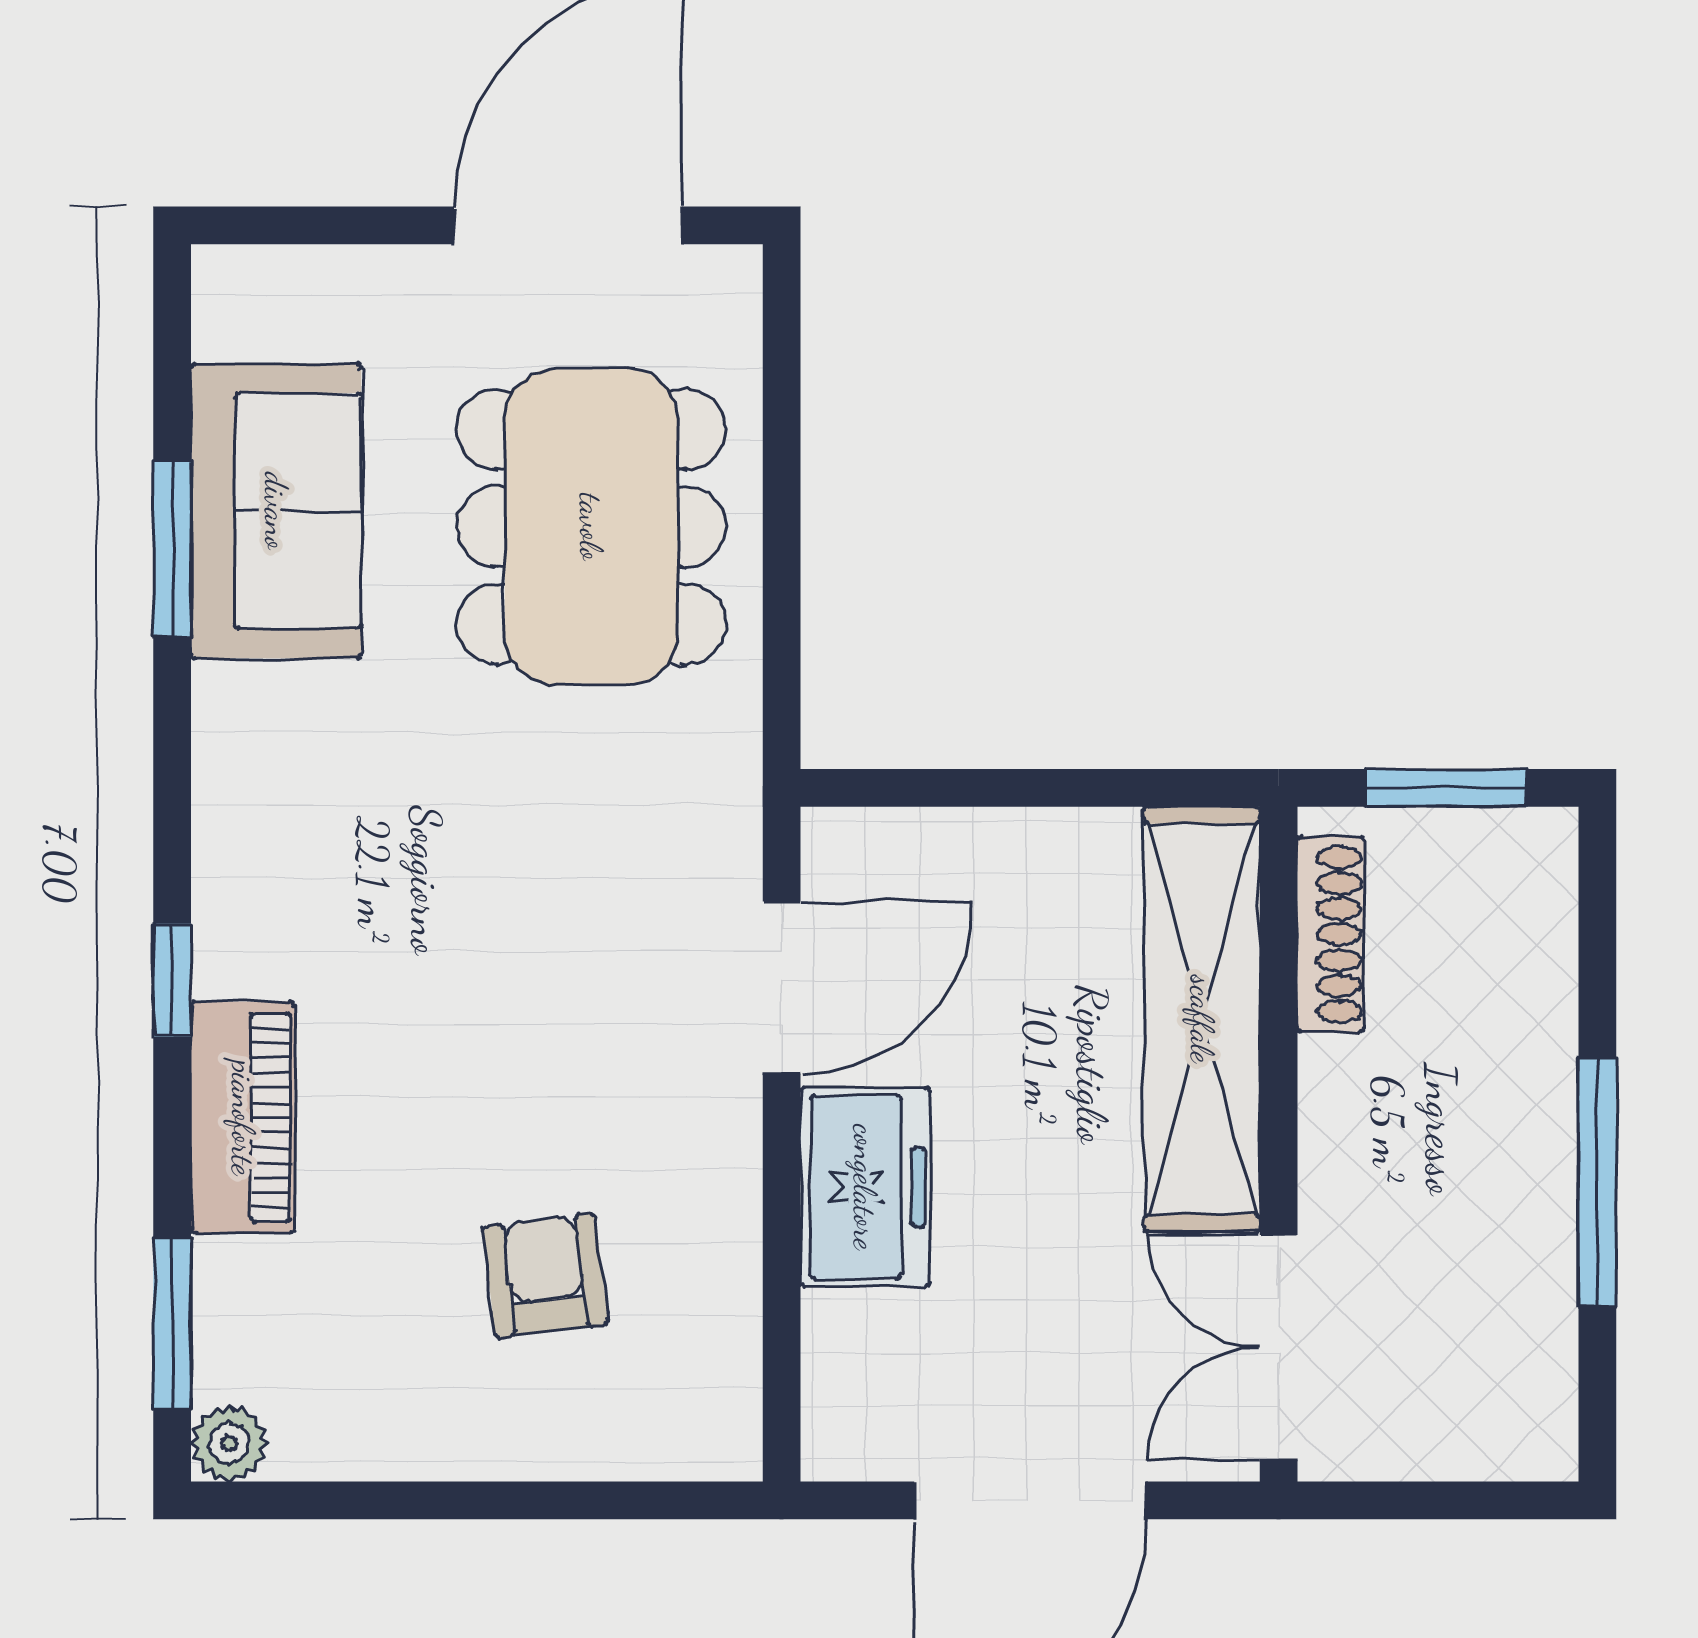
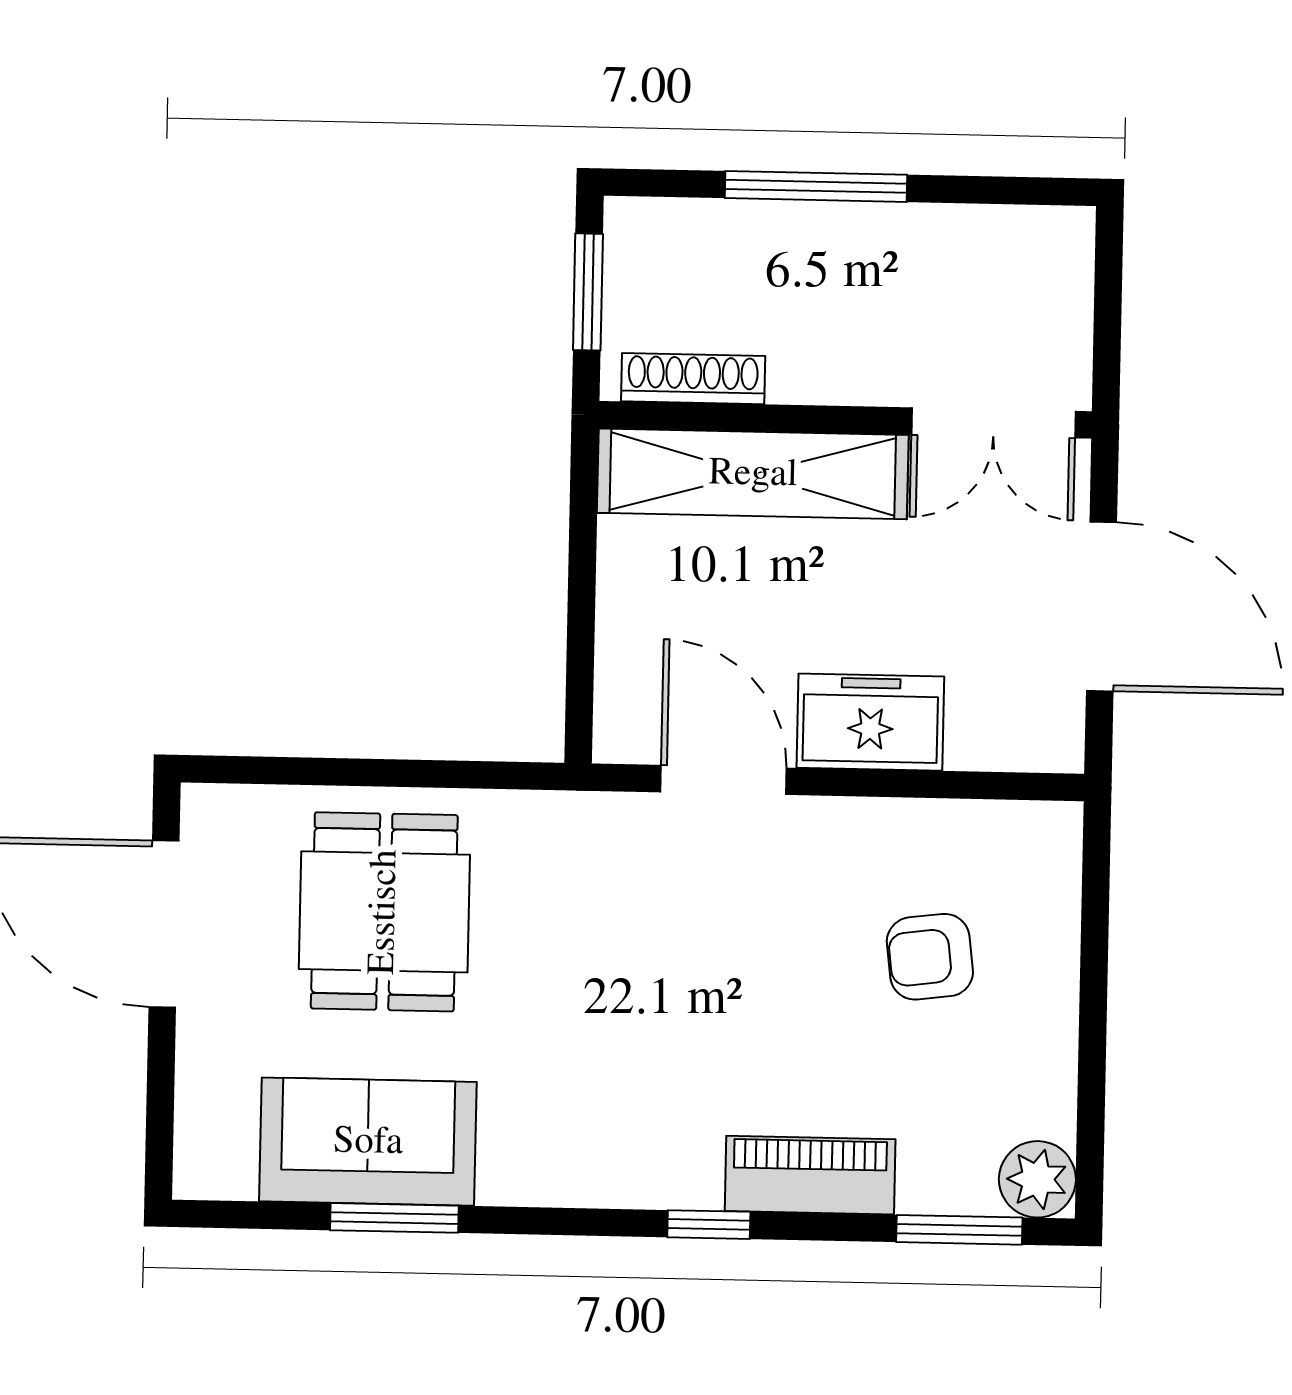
dining table: (591, 527) -> (384, 912), width x0.73
window: (1597, 1182) -> (816, 186), moved
plant: (229, 1443) -> (1037, 1179), width x1.38, depth x1.38

